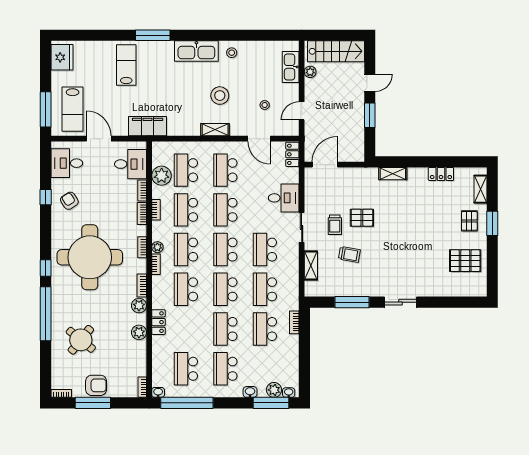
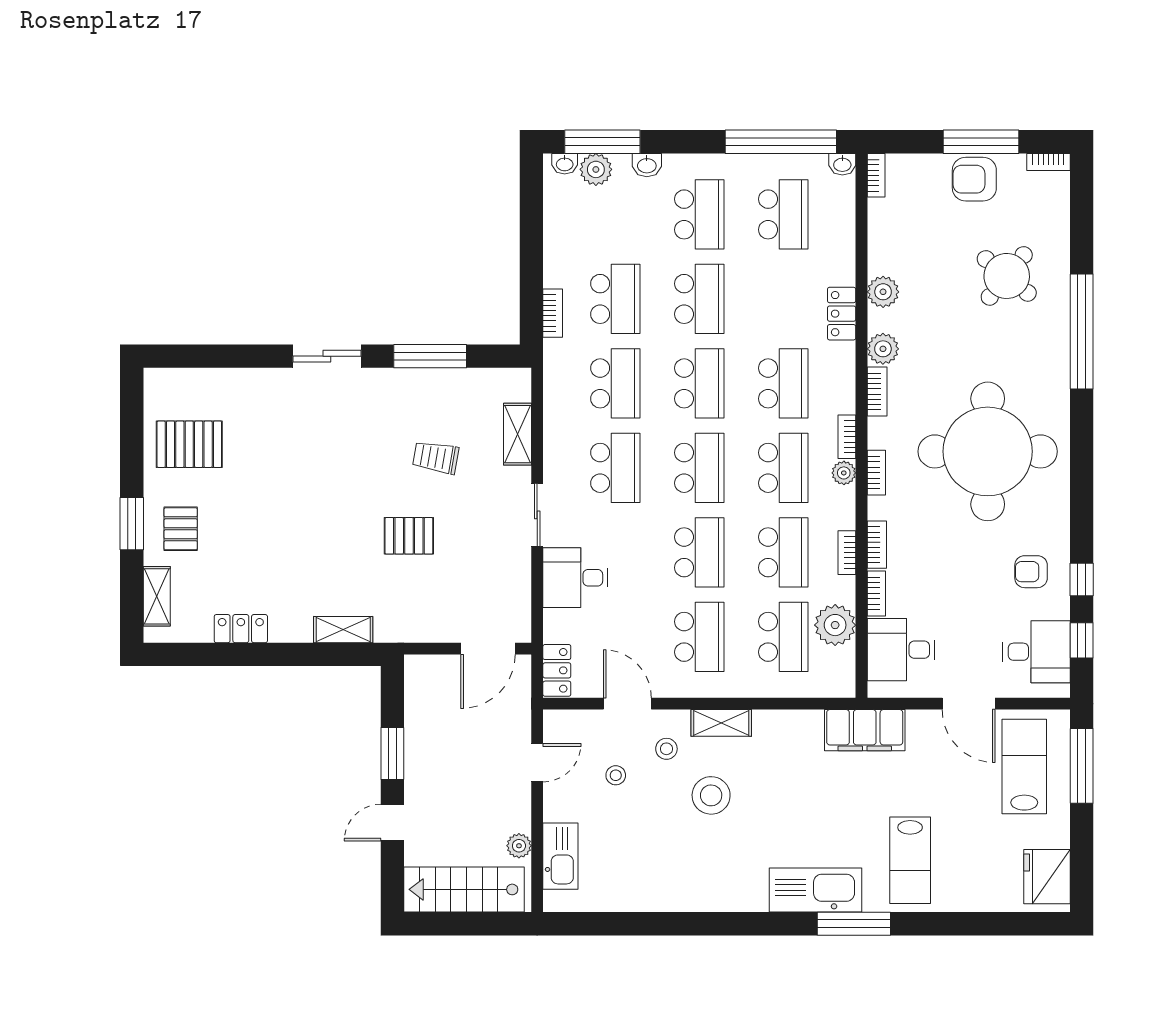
kitchen sink: (196, 51) -> (816, 890), moved
stool: (232, 53) -> (666, 749), moved
armchair: (69, 201) -> (1031, 572), turned 123
trolley: (335, 225) -> (467, 521), removed
window: (46, 268) -> (1082, 640), moved

